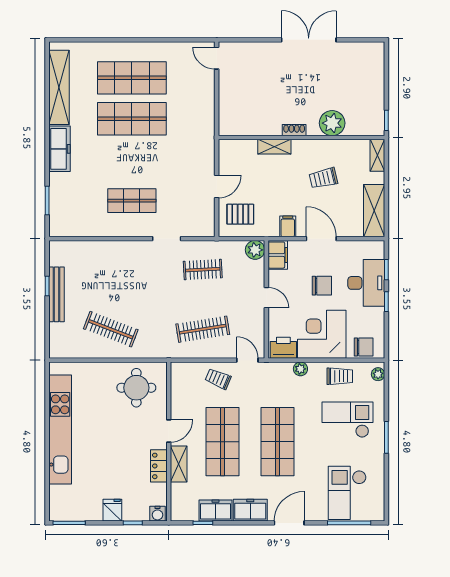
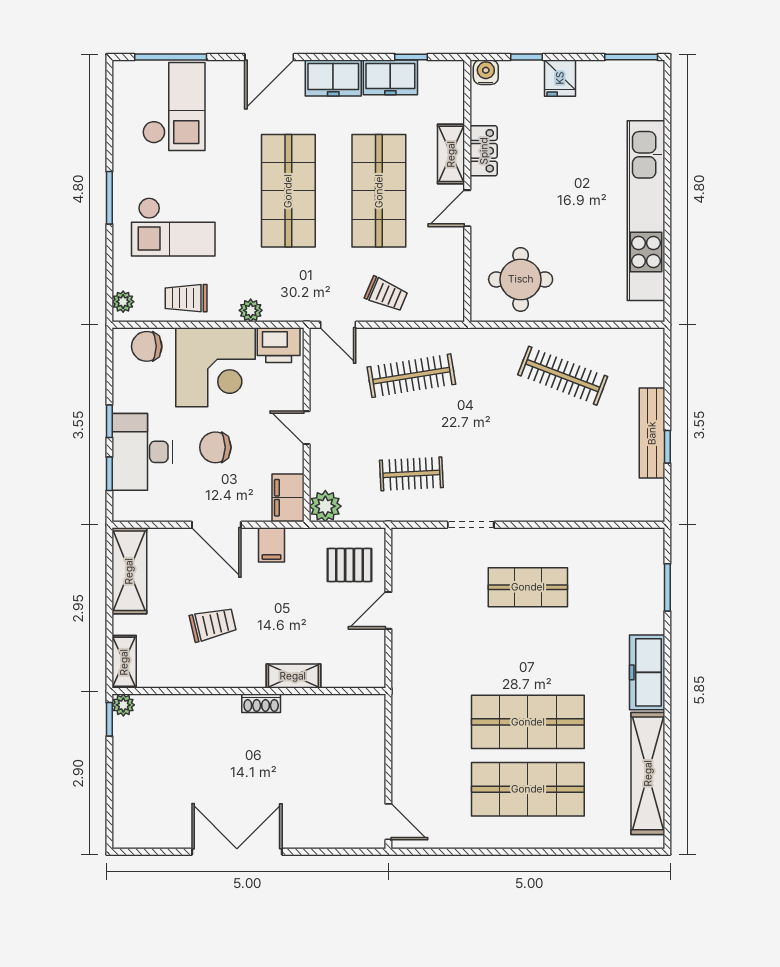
double door: (309, 40) -> (237, 852), swing flipped
plant: (332, 123) -> (123, 705), moved, width x0.53, depth x0.53

